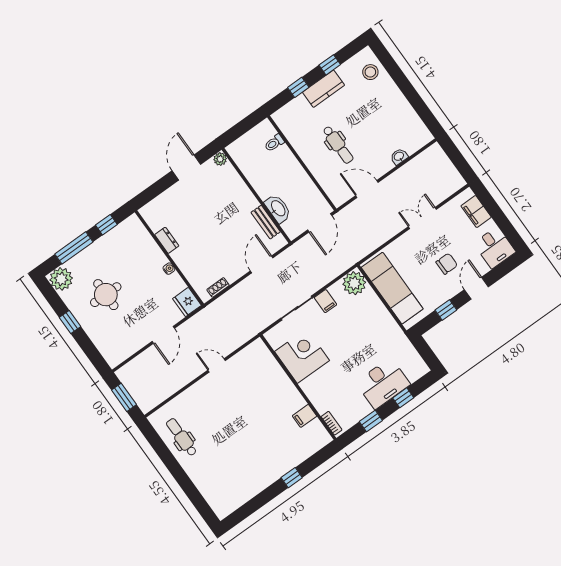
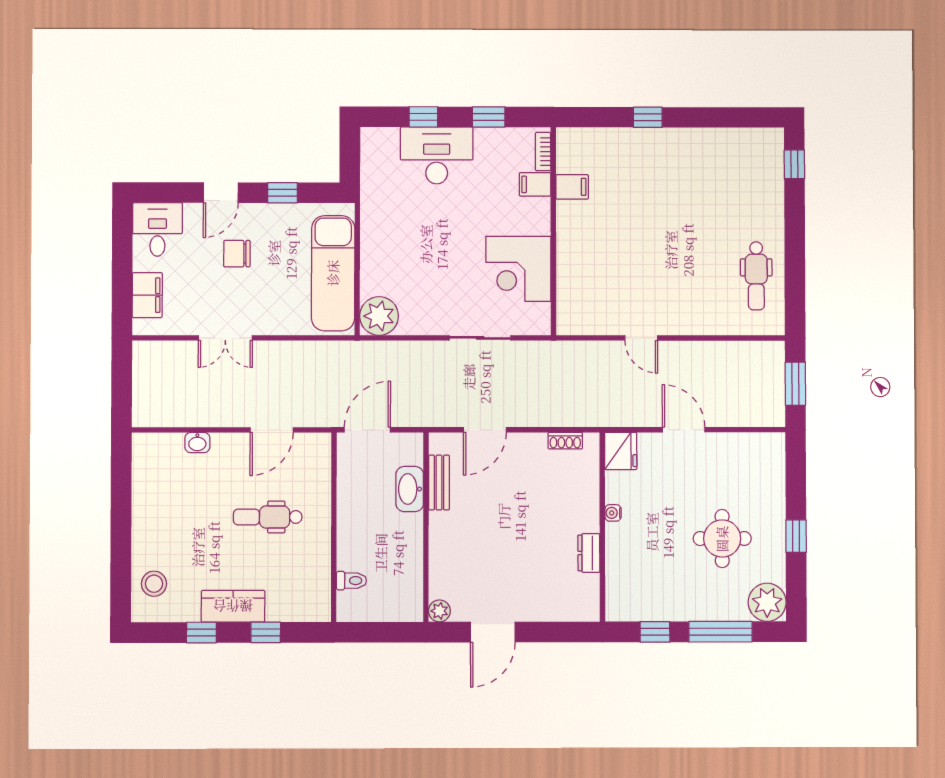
dental chair: (338, 145) -> (268, 517), turned -90
door: (367, 189) -> (272, 430), hinge flipped
filing cabinet: (325, 301) -> (535, 184), moved, turned -90
door: (163, 335) -> (684, 430), hinge flipped
window: (202, 506) -> (794, 164), added

